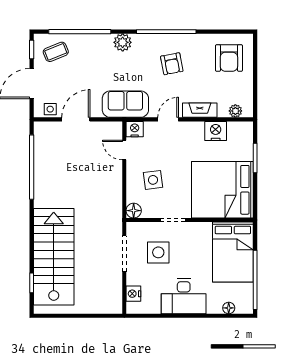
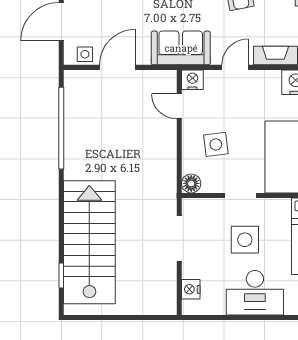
side table: (158, 252) -> (245, 240), moved

